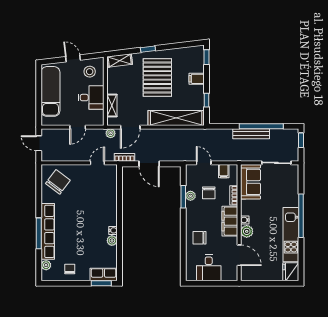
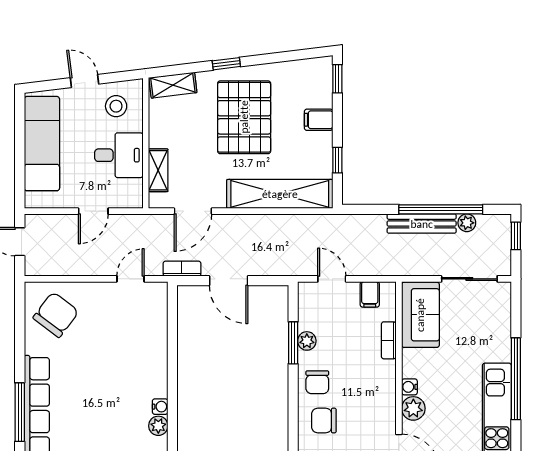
plant: (111, 133) -> (467, 223), moved
chair: (209, 193) -> (317, 382), moved
filing cabinet: (230, 221) -> (381, 389), removed

